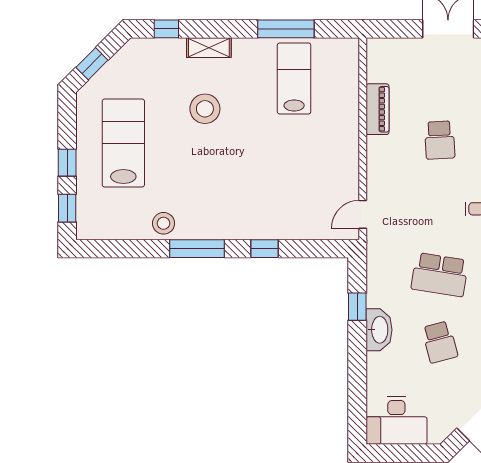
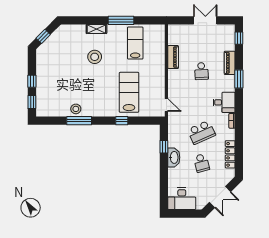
window: (166, 29) -> (77, 20), removed
window: (286, 29) -> (121, 20), moved
lab bench: (123, 143) -> (129, 92), moved
door: (363, 214) -> (166, 105), swing flipped
window: (197, 249) -> (79, 121), moved
school desk: (440, 275) -> (201, 132), turned -33

